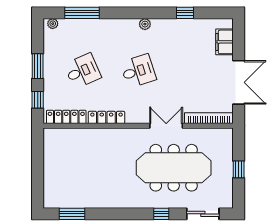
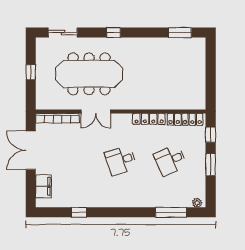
plant: (145, 24) -> (115, 202), removed
window: (161, 214) -> (114, 33), moved

